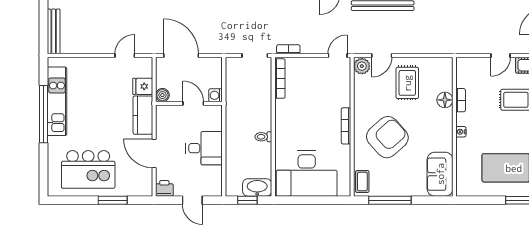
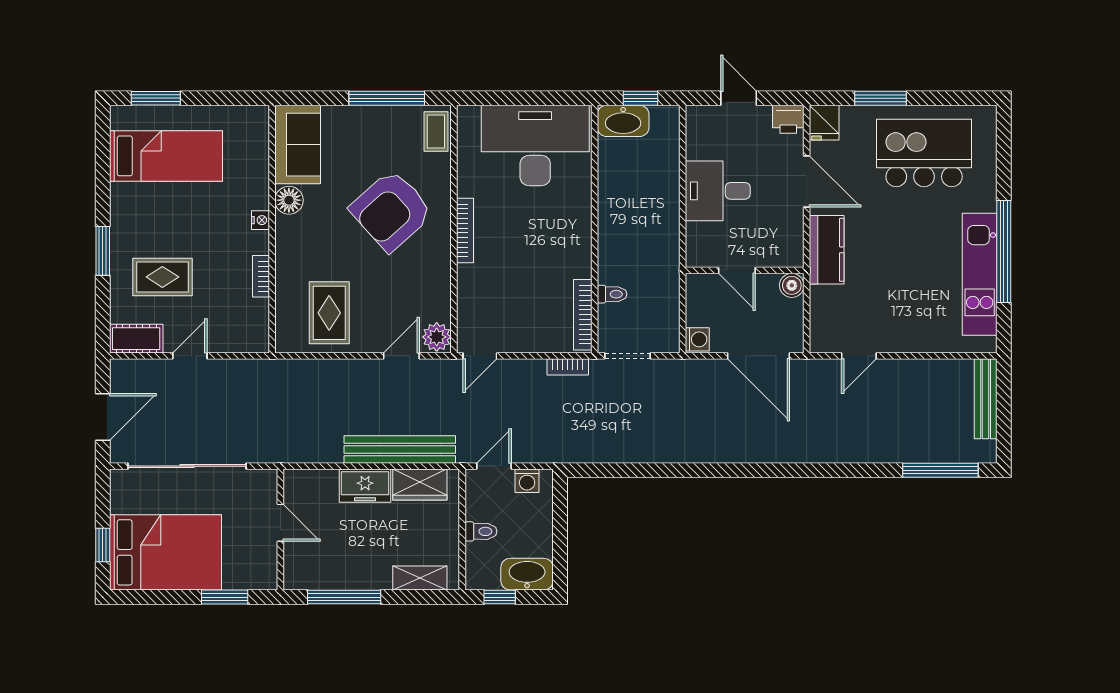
rug: (407, 83) -> (329, 313), moved
fridge: (143, 86) -> (824, 123), moved, turned 90
washing machine: (216, 95) -> (697, 339), moved
floor lamp: (445, 100) -> (289, 200), moved
toilet: (263, 137) -> (612, 294), moved

